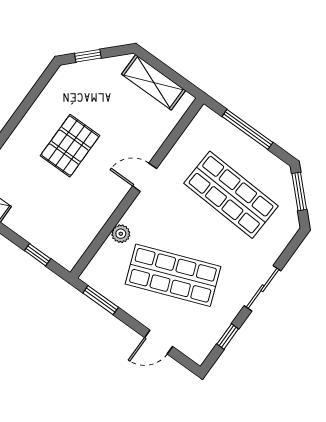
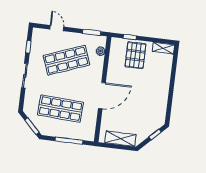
pallet: (70, 146) -> (135, 55), moved
door: (145, 177) -> (102, 96), width x1.87
plant: (121, 234) -> (101, 51), moved
door: (159, 342) -> (57, 28), hinge flipped

